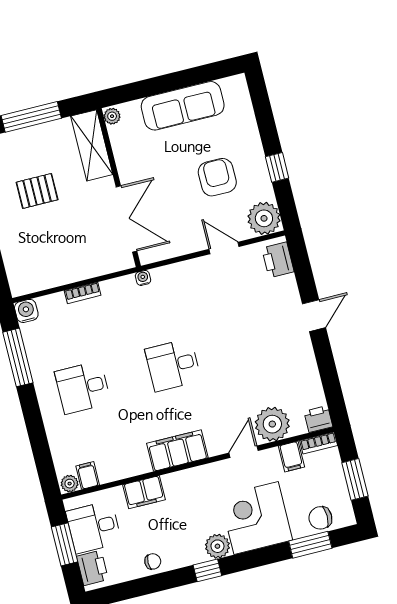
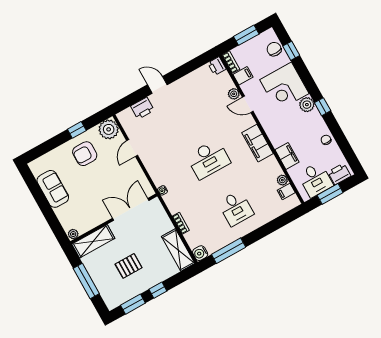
sofa: (183, 106) -> (53, 189), width x0.73
armchair: (217, 177) -> (85, 154), moved
pallet: (37, 191) -> (129, 266), turned 90
printer: (278, 260) -> (142, 108), moved
shelving: (41, 277) -> (178, 250), added
desk: (173, 365) -> (208, 159), width x1.37
plant: (272, 424) -> (234, 94), width x0.53, depth x0.53
plant: (70, 484) -> (282, 180), moved
chair: (320, 518) -> (274, 49), turned 180
window: (310, 545) -> (291, 51), width x0.67

